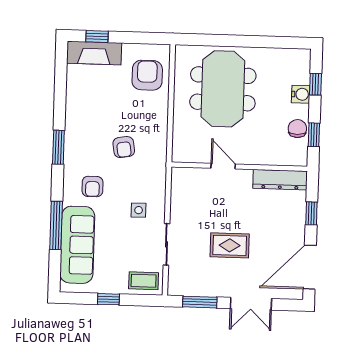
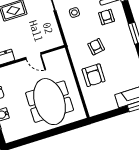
armchair: (147, 75) -> (94, 75), moved

